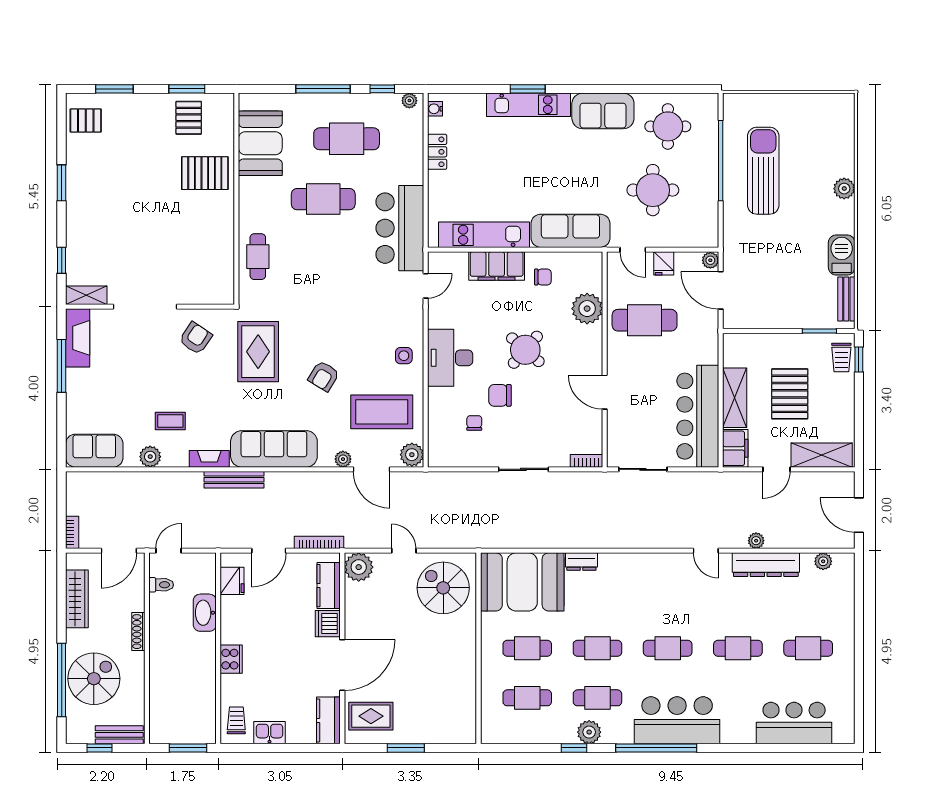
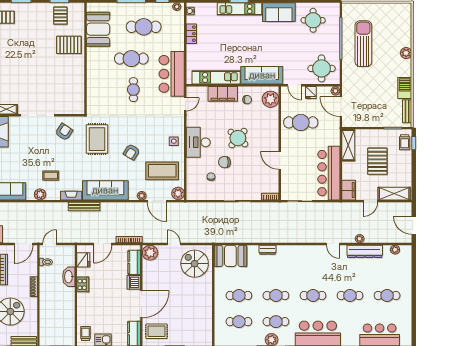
round table: (653, 190) -> (322, 68), moved
cafe table: (258, 257) -> (133, 90), moved
plant: (587, 309) -> (270, 99), moved
shelving: (735, 398) -> (348, 145), moved
booth: (522, 582) -> (230, 256), width x0.73, depth x0.70
cooker: (231, 659) -> (83, 284), moved

